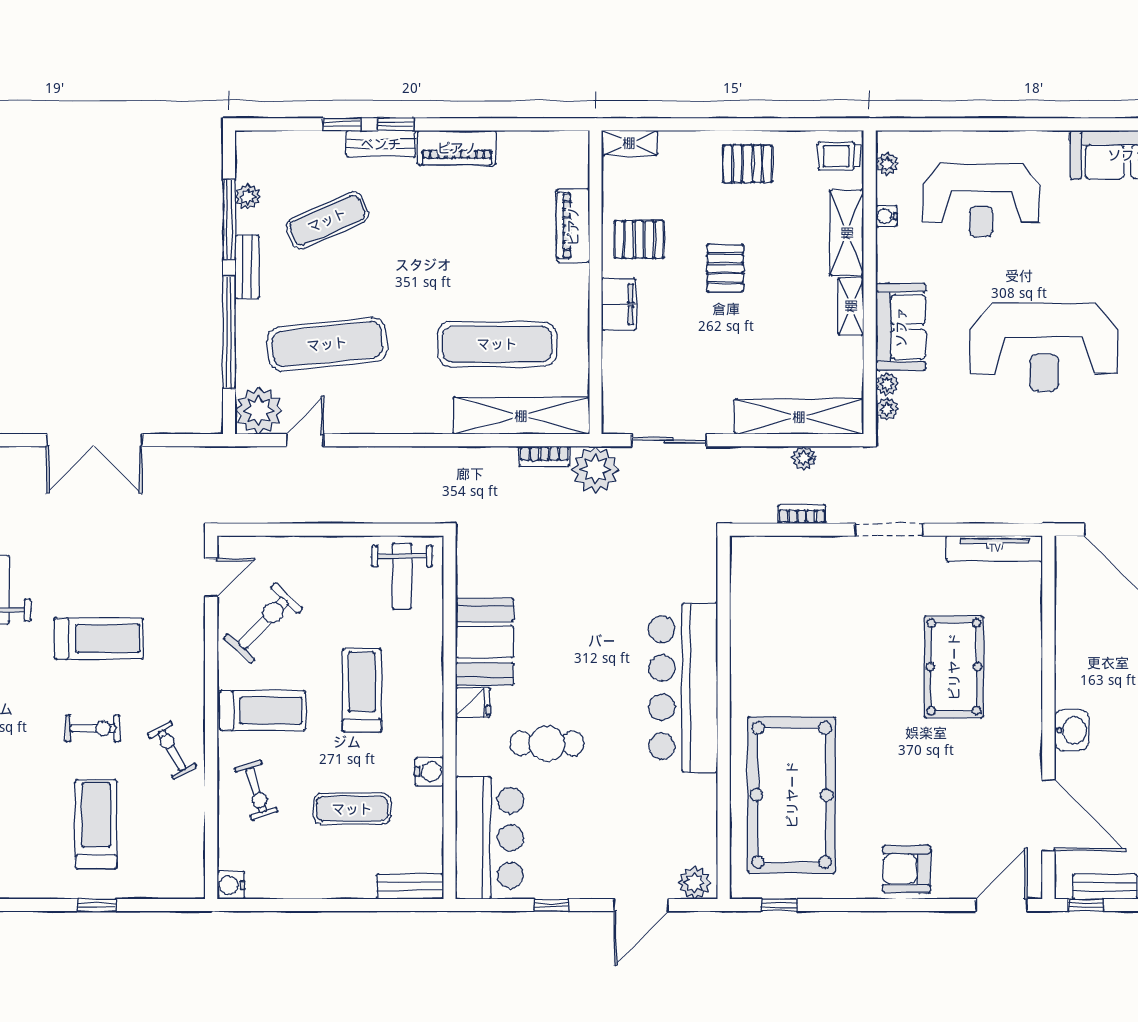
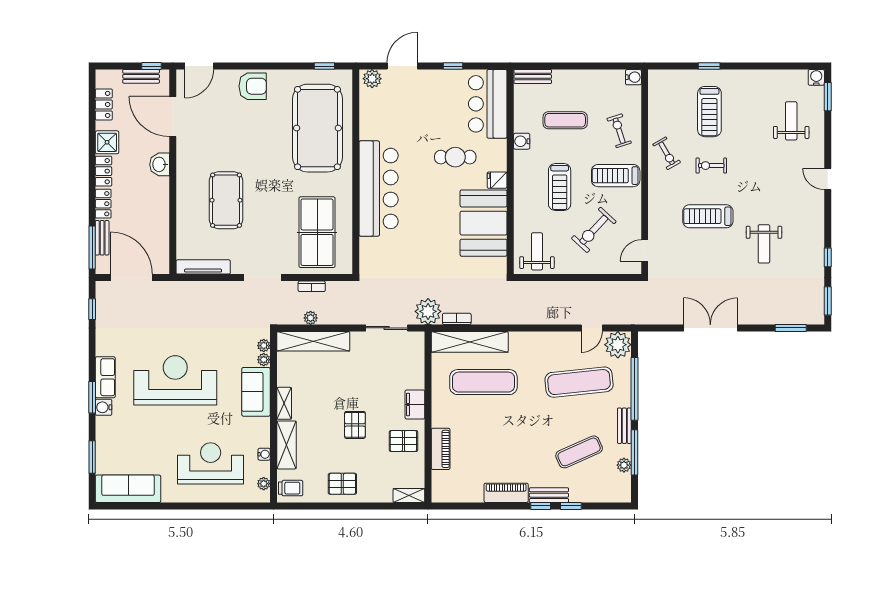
table tennis table: (792, 610) -> (317, 232), added
exercise bike: (263, 623) -> (594, 230), moved
booth: (485, 642) -> (484, 223), width x1.36, depth x1.42

